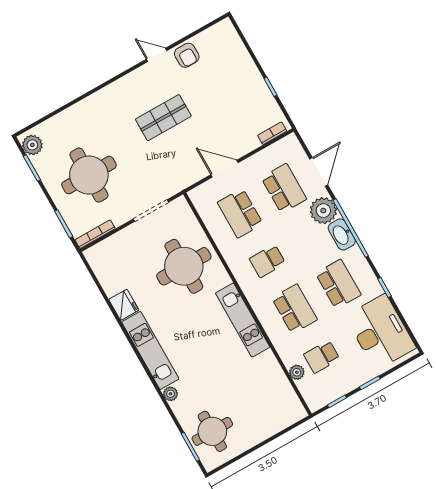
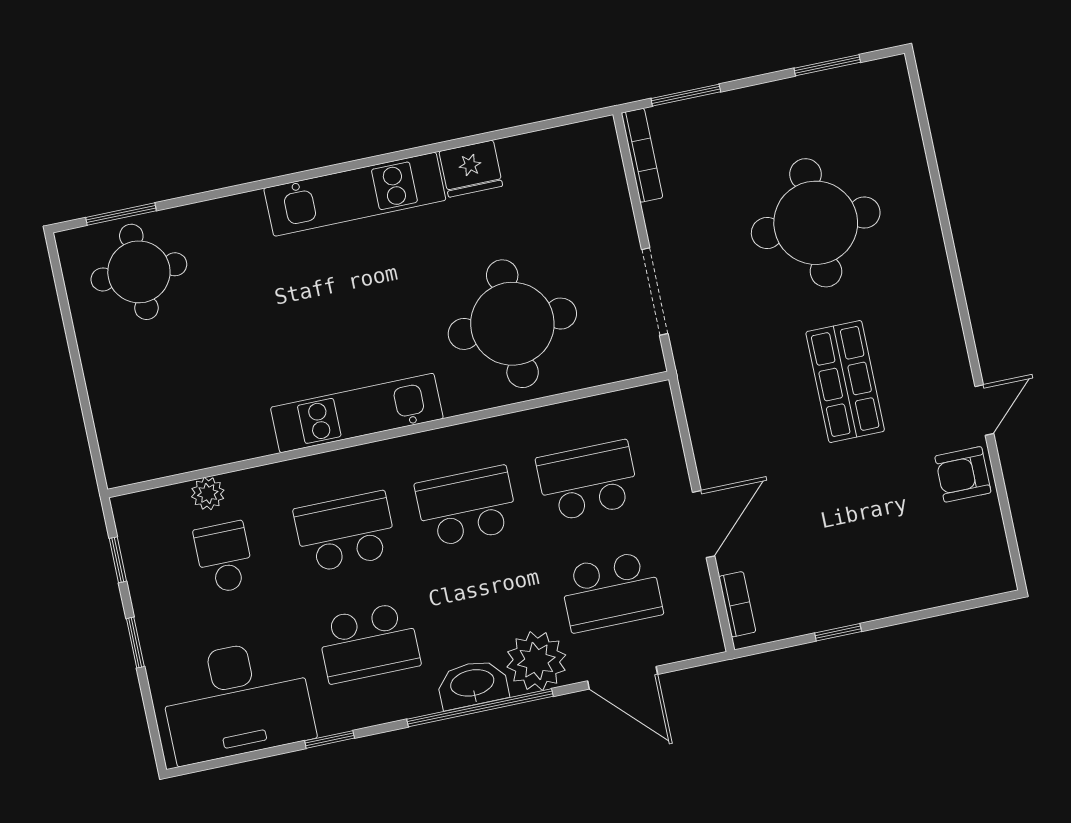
plant: (32, 145) -> (876, 82), removed
door: (225, 169) -> (704, 524), moved
round table: (89, 175) -> (816, 223), moved
school desk: (267, 261) -> (467, 506), width x1.85
school desk: (295, 309) -> (345, 532), turned 180
plant: (170, 394) -> (248, 208), removed

